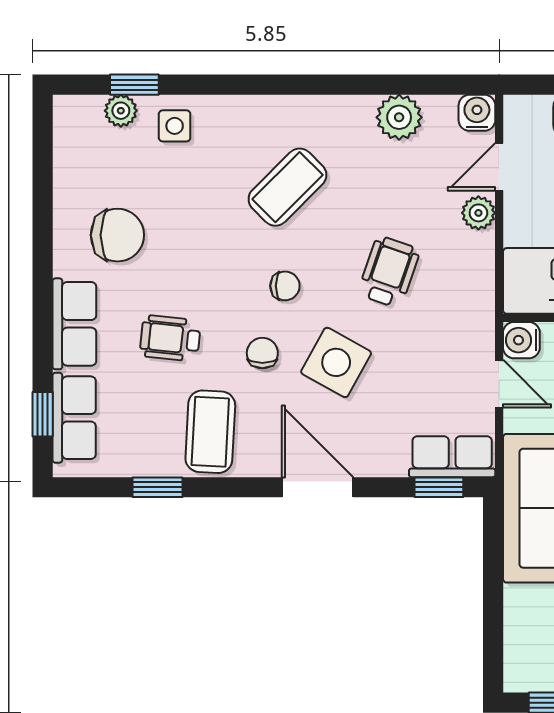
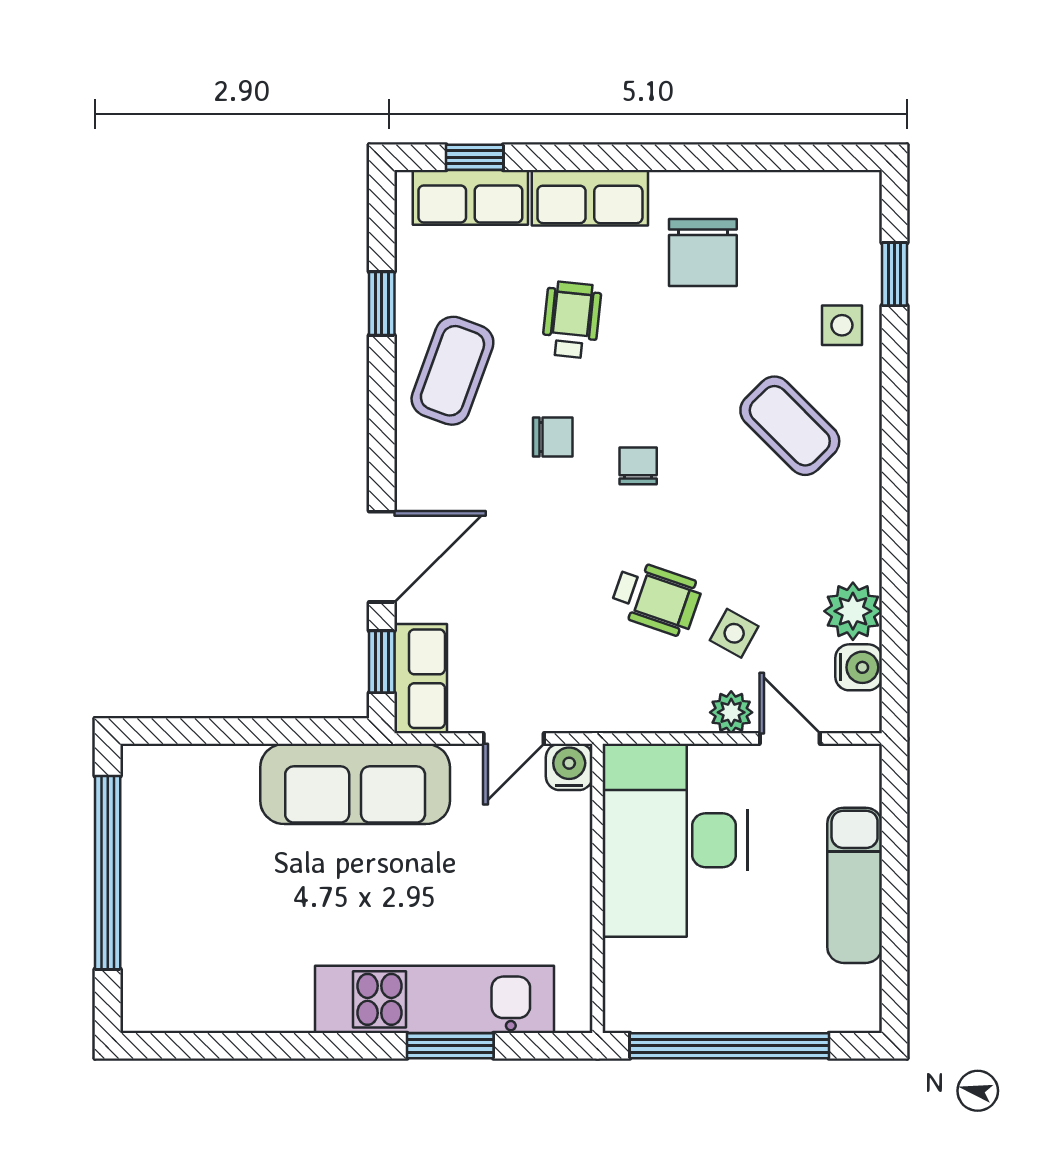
plant: (121, 111) -> (861, 257), removed
water cooler: (477, 113) -> (859, 667), moved
coffee table: (287, 187) -> (790, 426), moved
chair: (285, 286) -> (638, 466), turned 180
side table: (336, 362) -> (734, 633), moved, width x0.54, depth x0.54
coffee table: (210, 432) -> (452, 371), turned -73
door: (317, 487) -> (382, 557), moved

